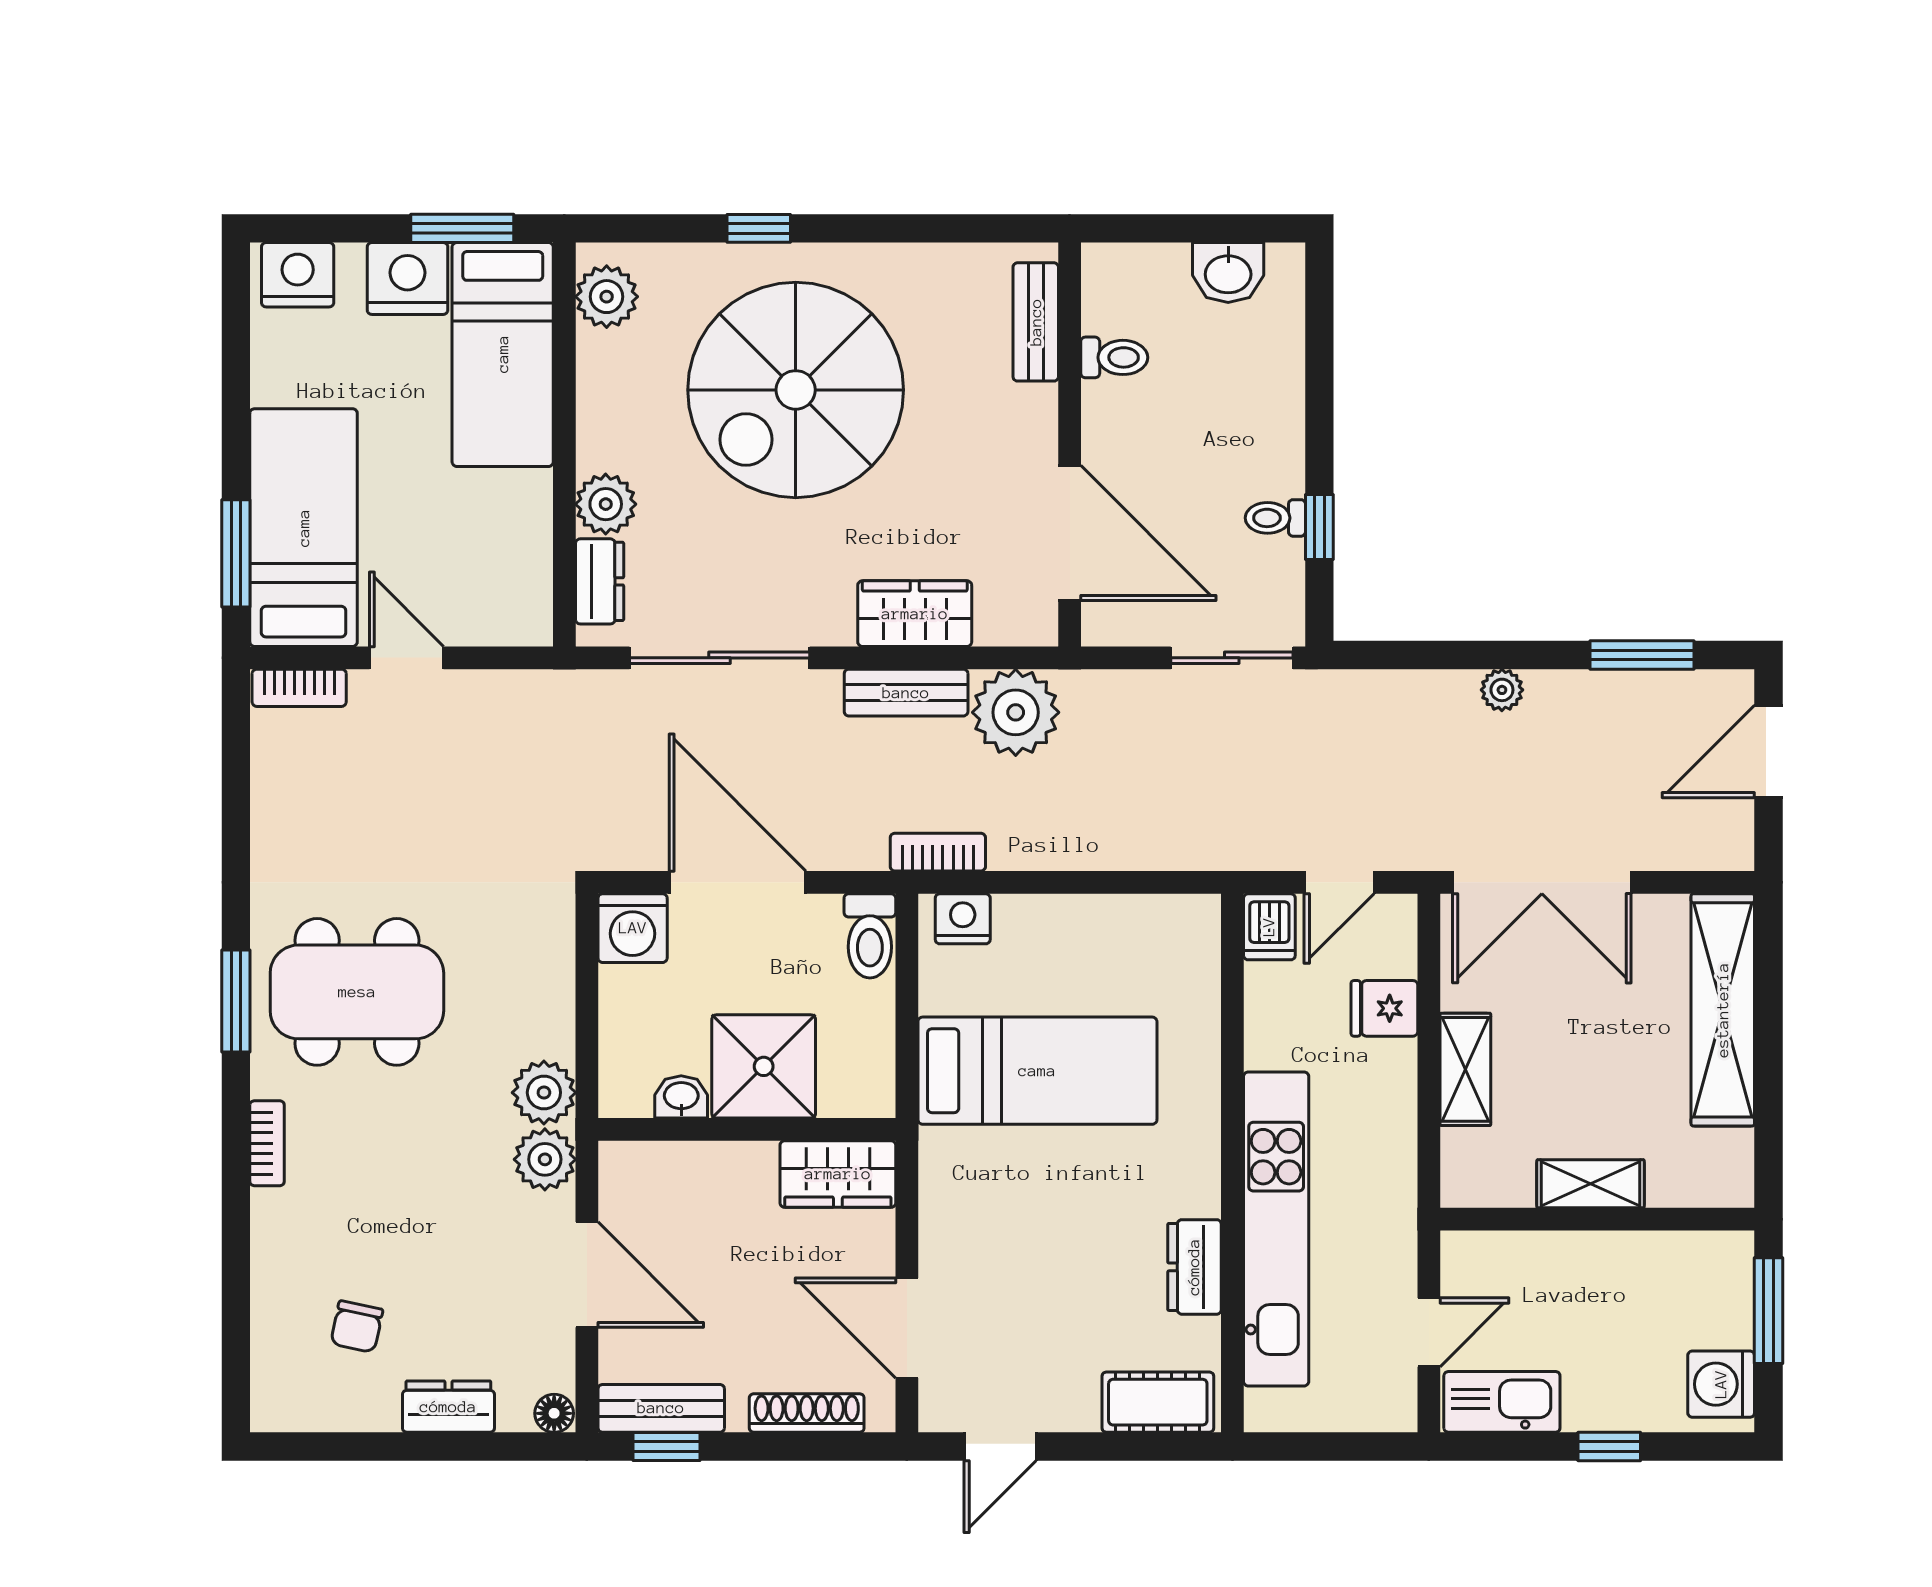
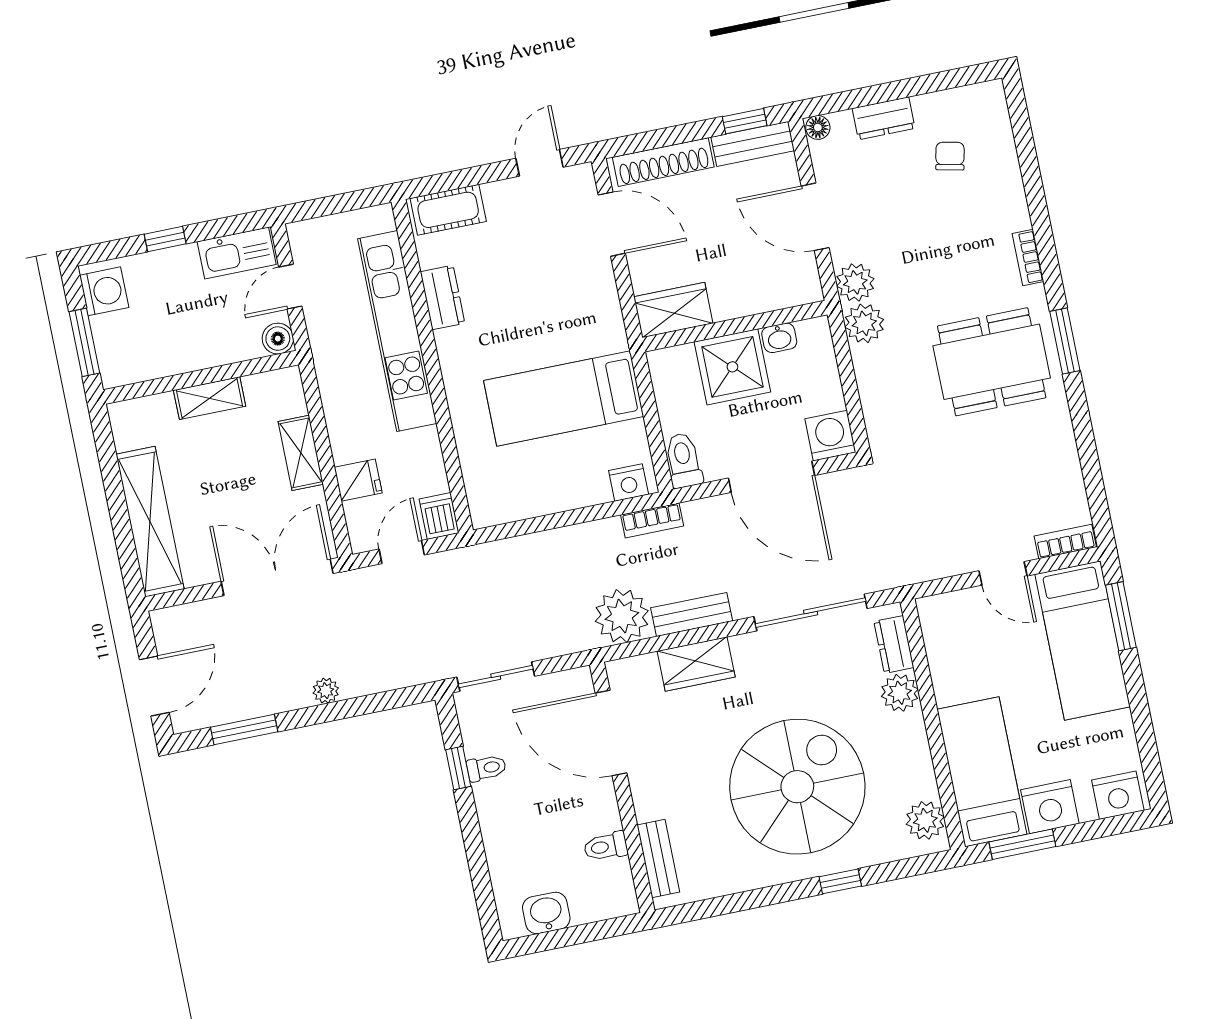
boiler: (1465, 1255) -> (278, 339), added
shoe rack: (807, 1413) -> (663, 162), width x1.36, depth x1.24

